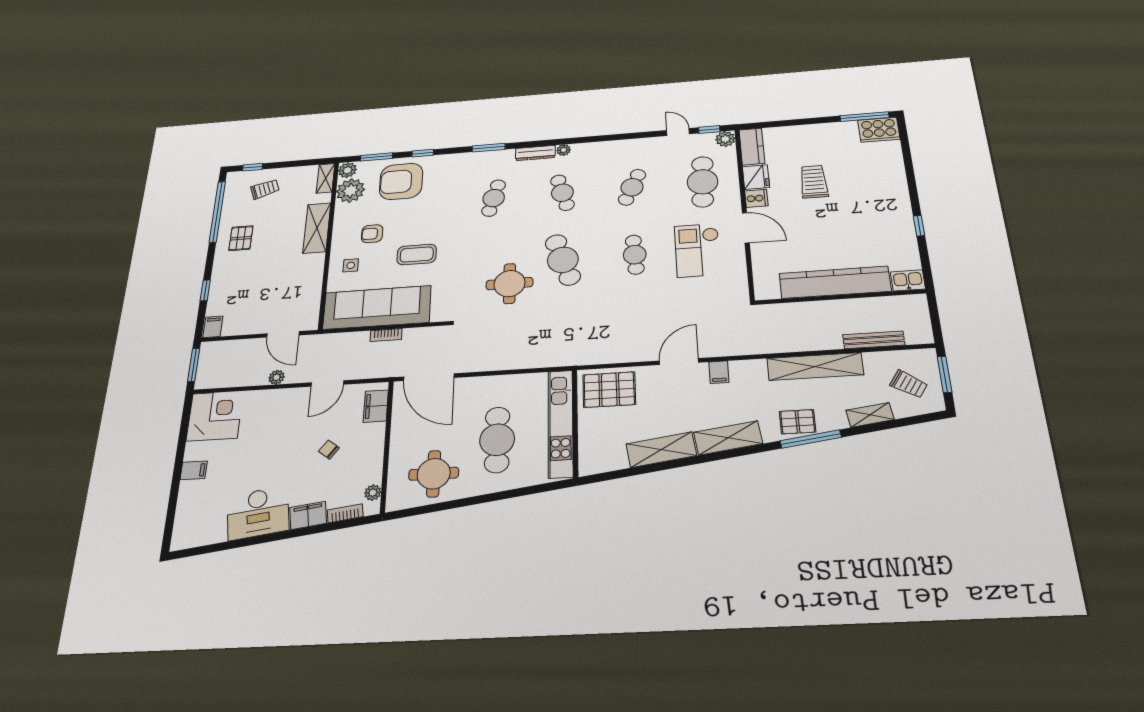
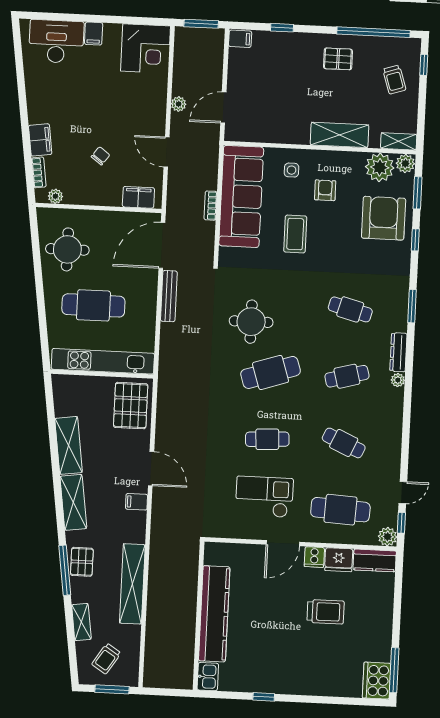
bench: (874, 340) -> (169, 296), moved
desk: (258, 513) -> (56, 41), moved, turned 98

